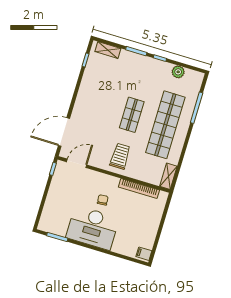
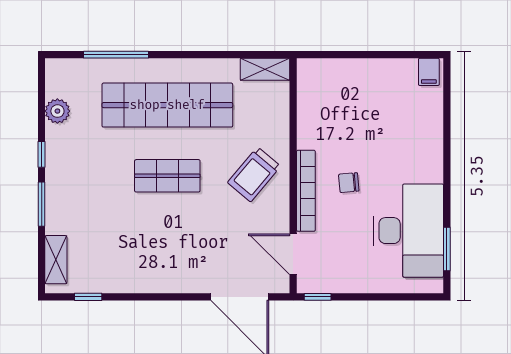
trolley: (120, 156) -> (254, 174), turned -50
bookcase: (139, 189) -> (306, 191), moved
desk: (93, 228) -> (408, 231), moved

